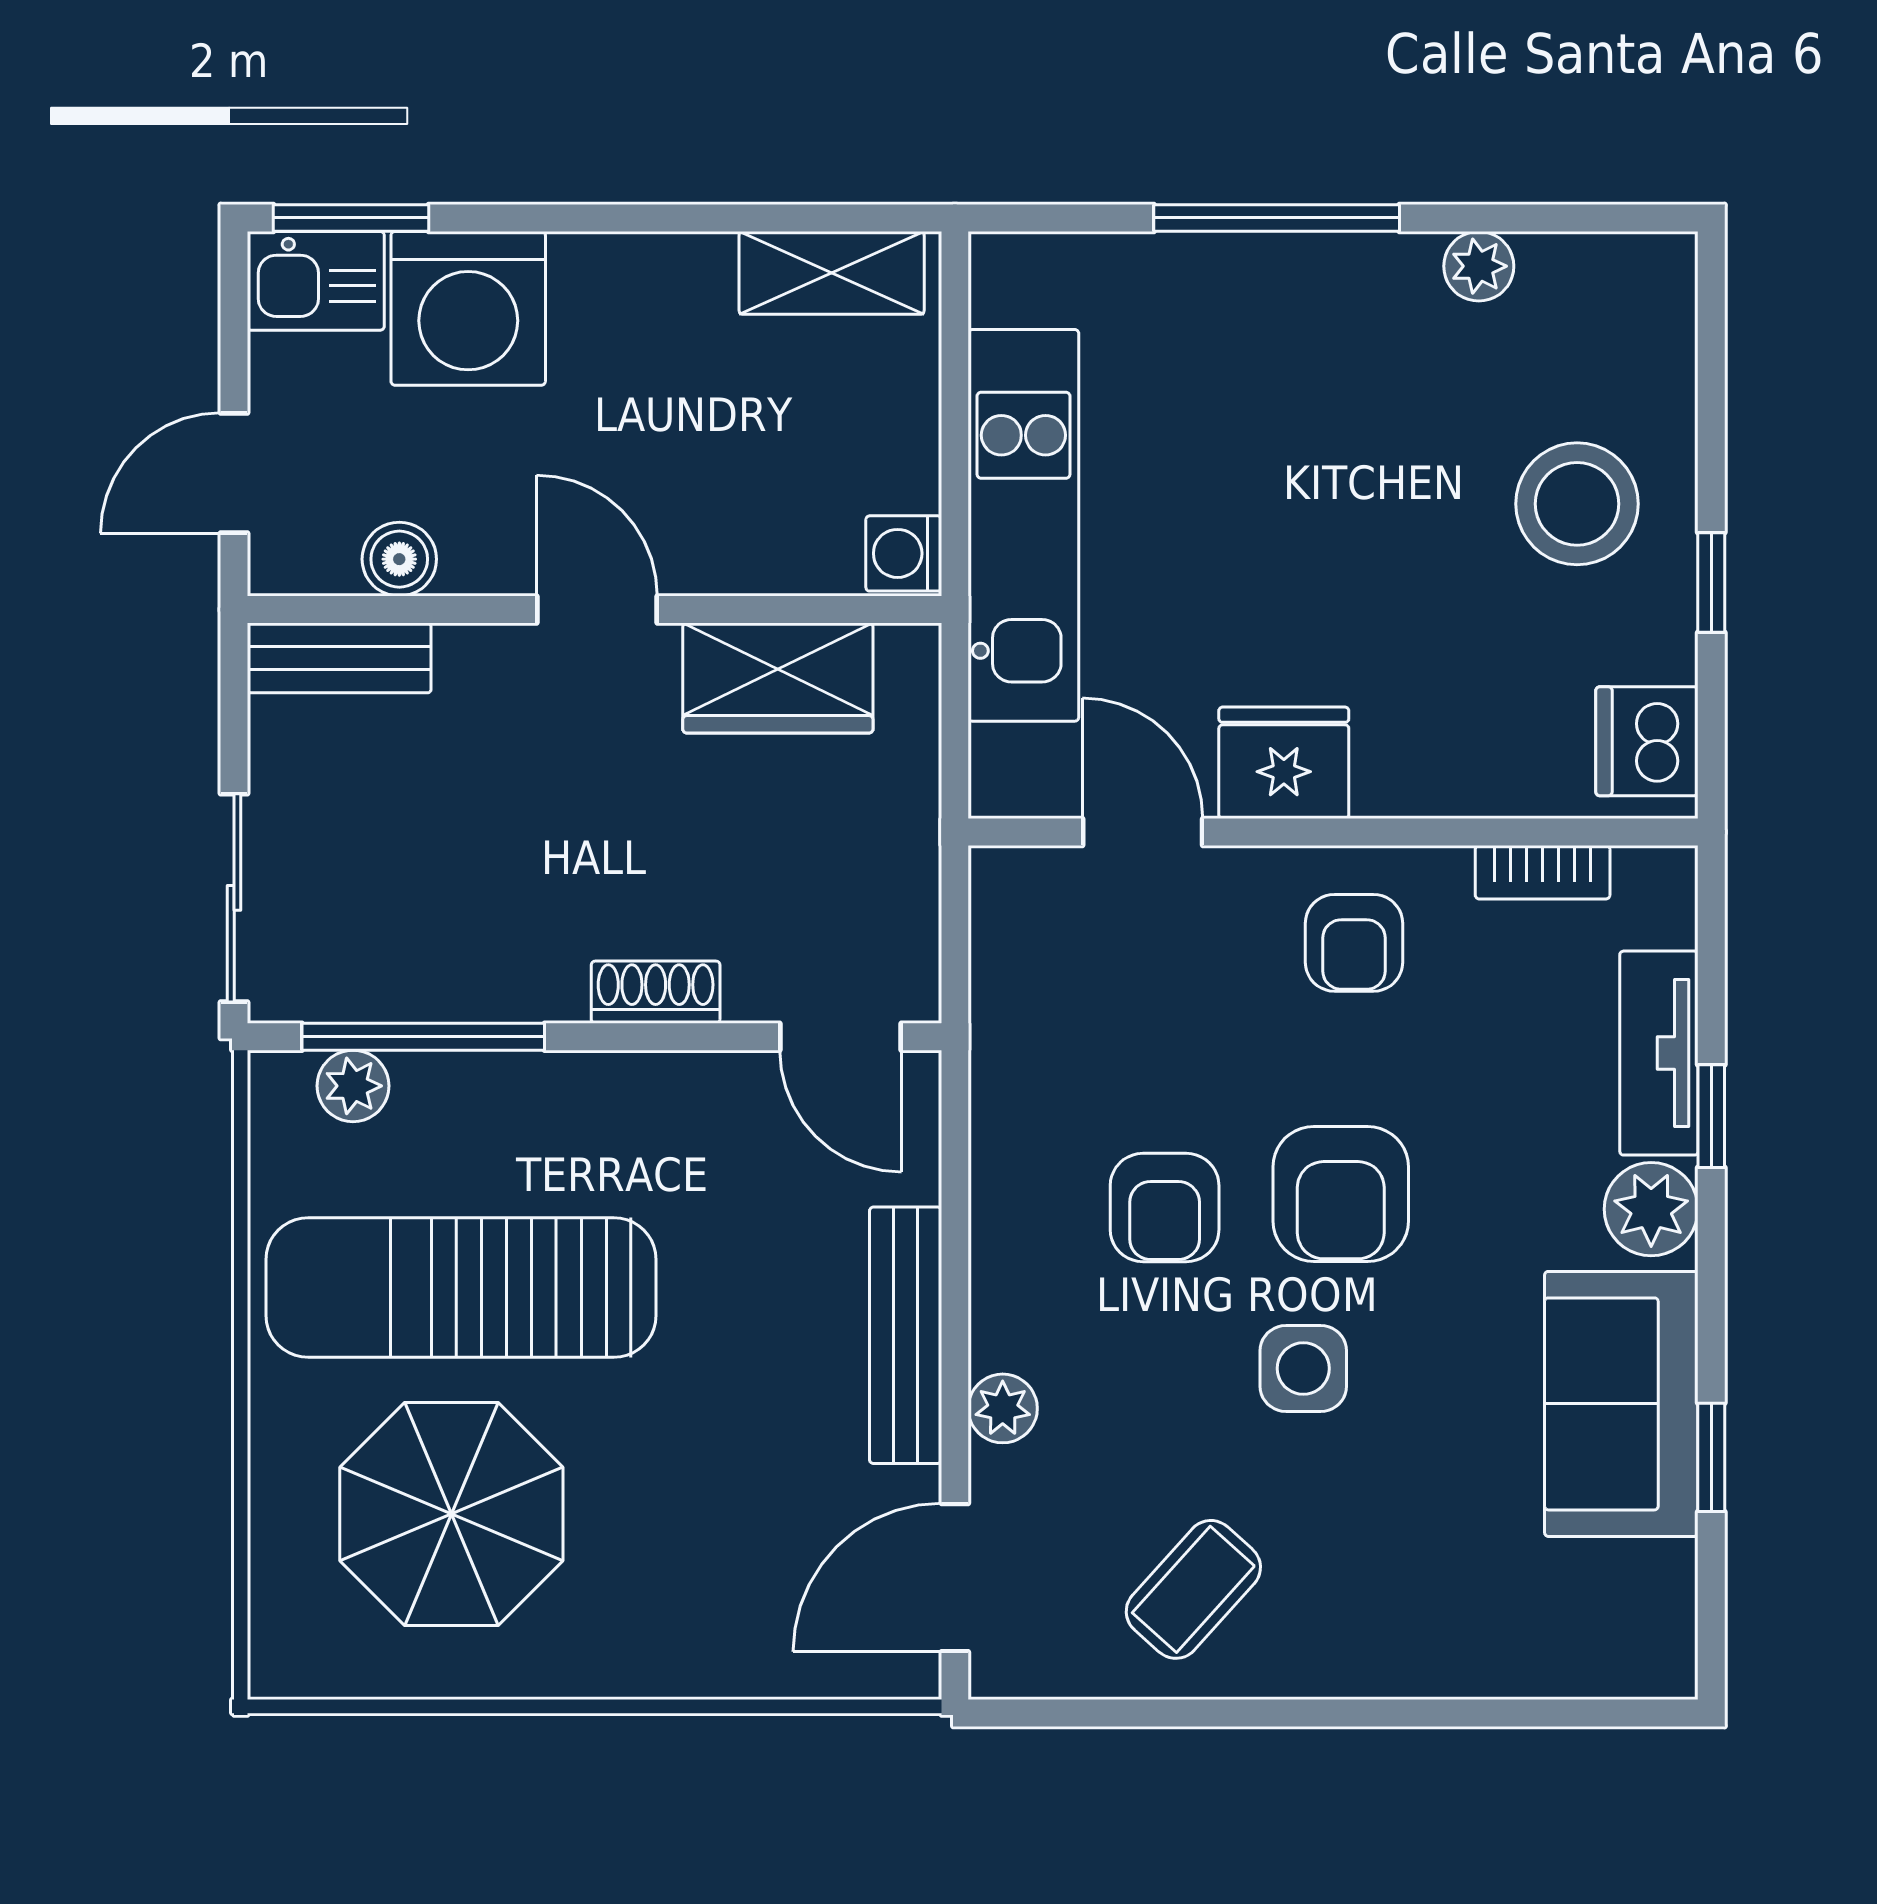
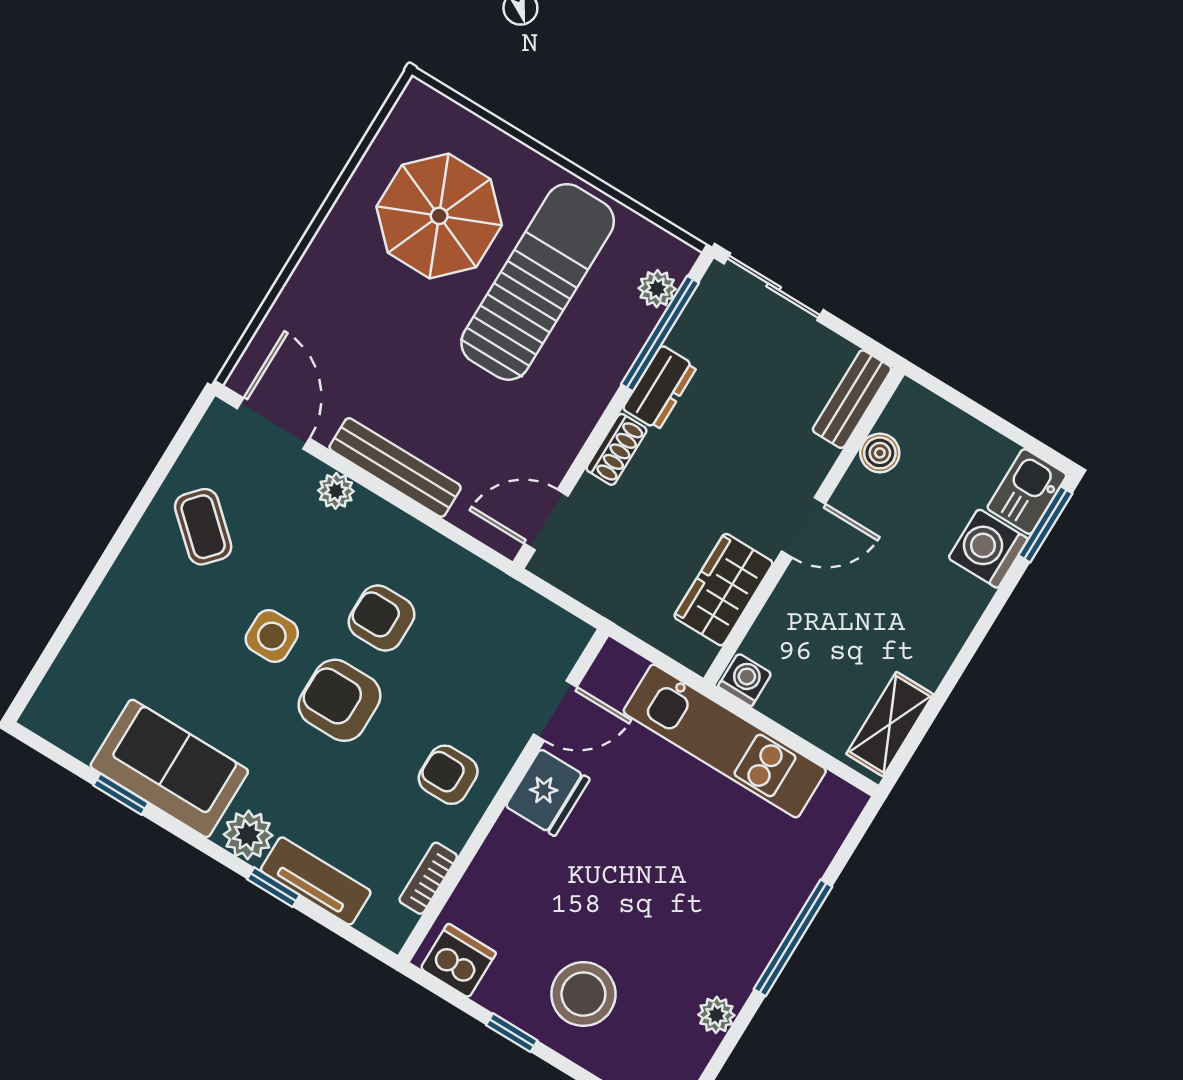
washing machine: (468, 308) -> (988, 548), width x0.73, depth x0.73
door: (234, 473) -> (963, 403), removed
dresser: (512, 983) -> (660, 388), added

